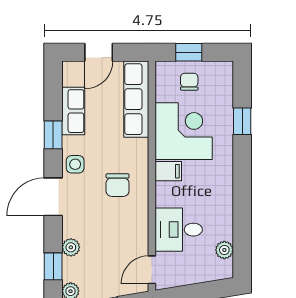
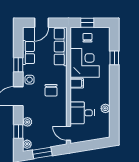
plant: (224, 250) -> (105, 108), moved
door: (152, 270) -> (69, 133), hinge flipped

